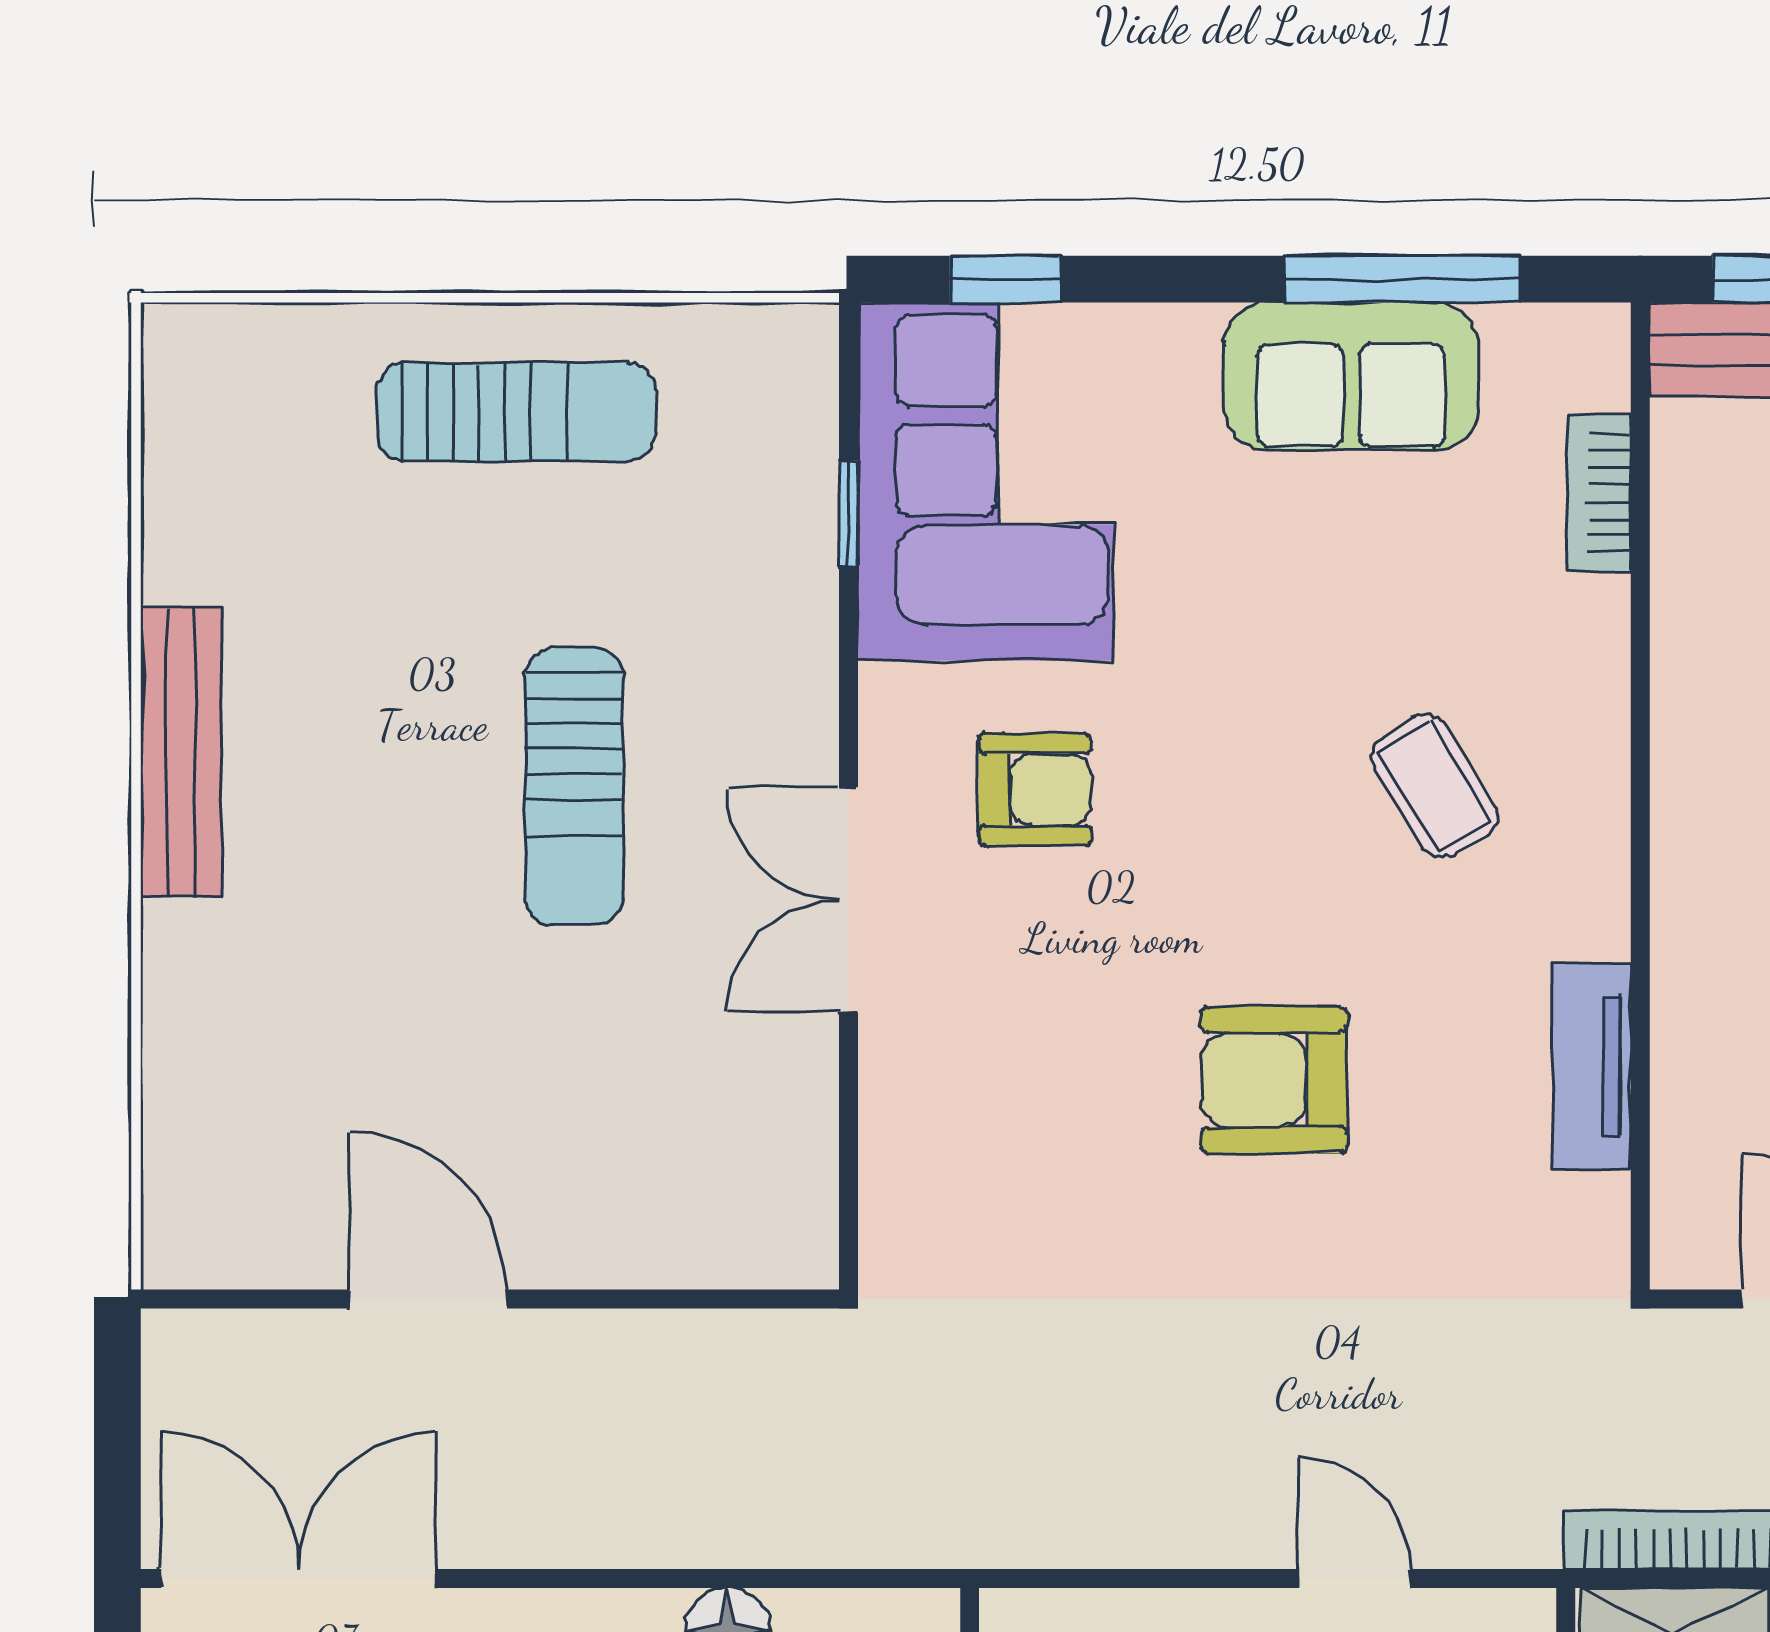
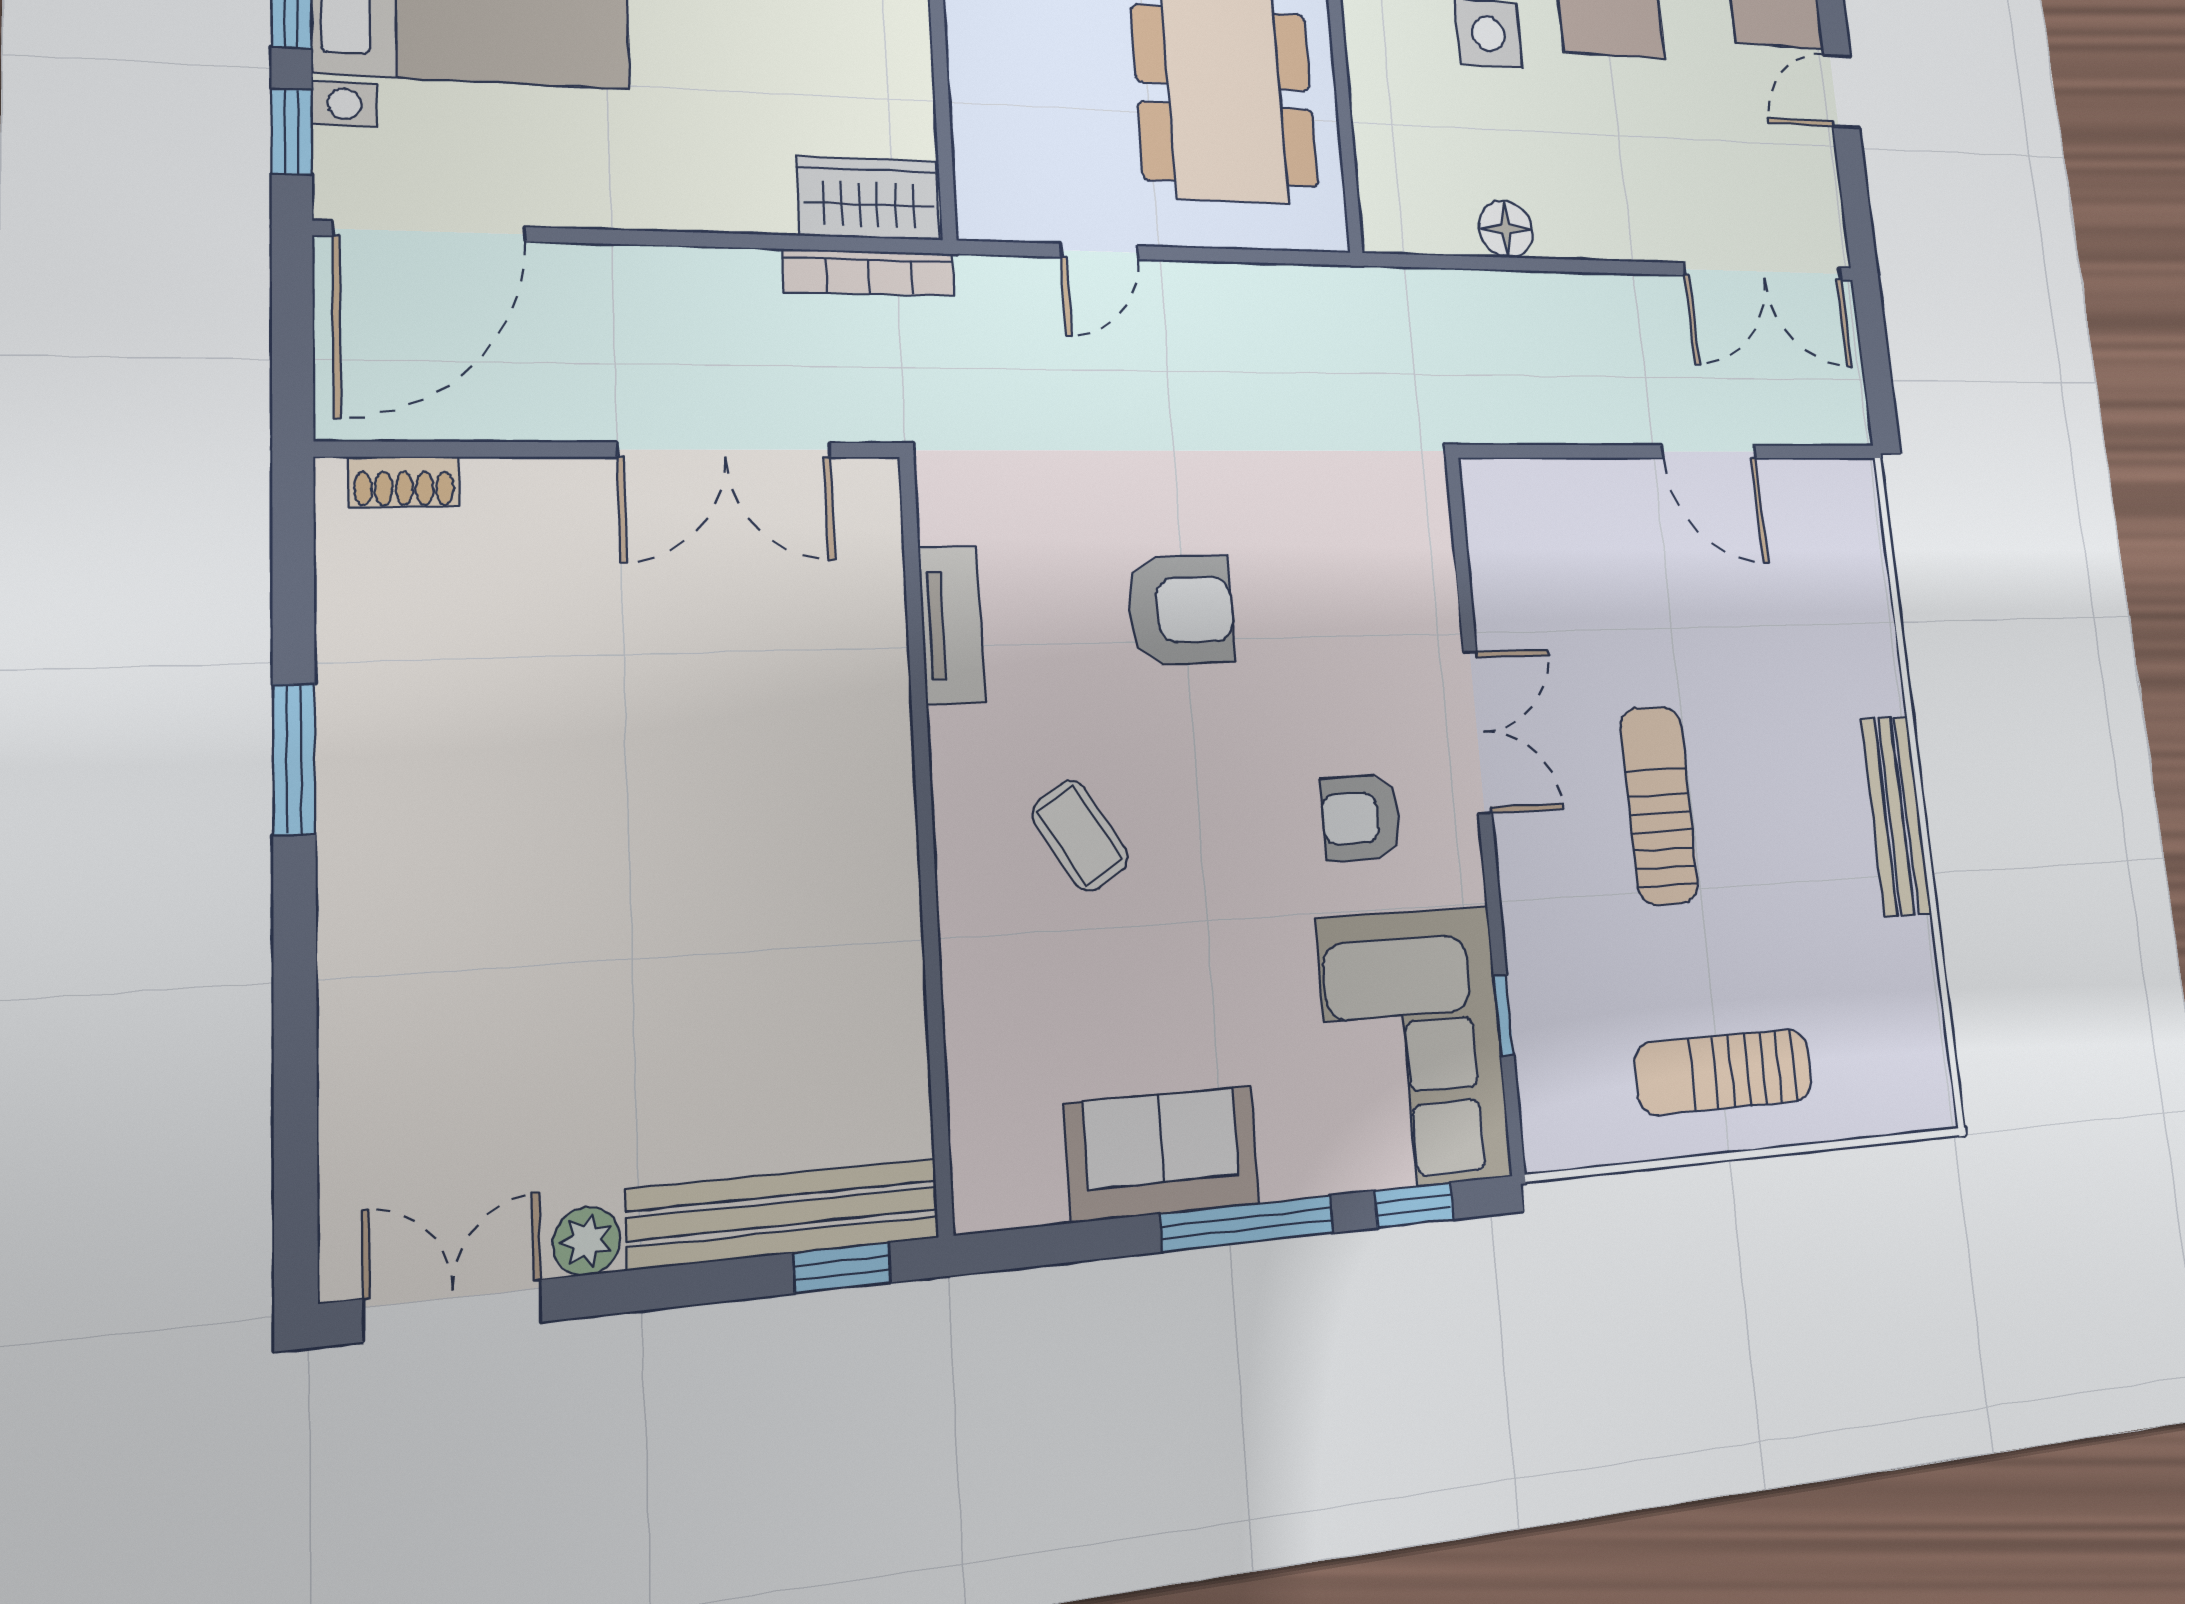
window: (1402, 279) -> (1247, 1223), moved
bookcase: (1599, 493) -> (970, 1076), removed
door: (1355, 1578) -> (1100, 251), hinge flipped

